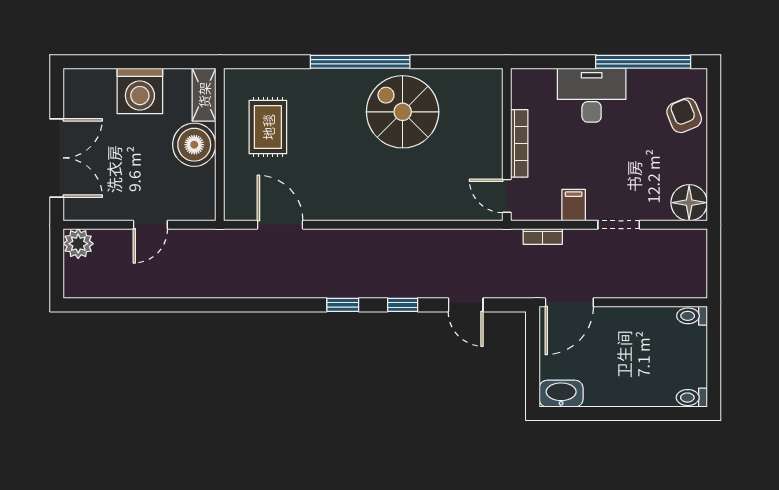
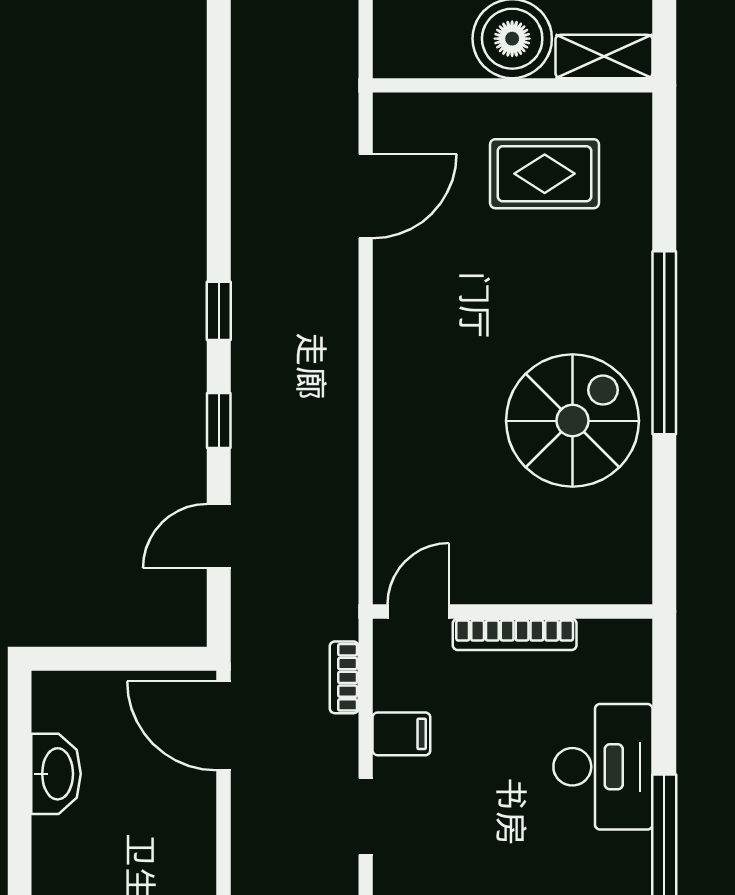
washbasin: (561, 394) -> (56, 774), moved

